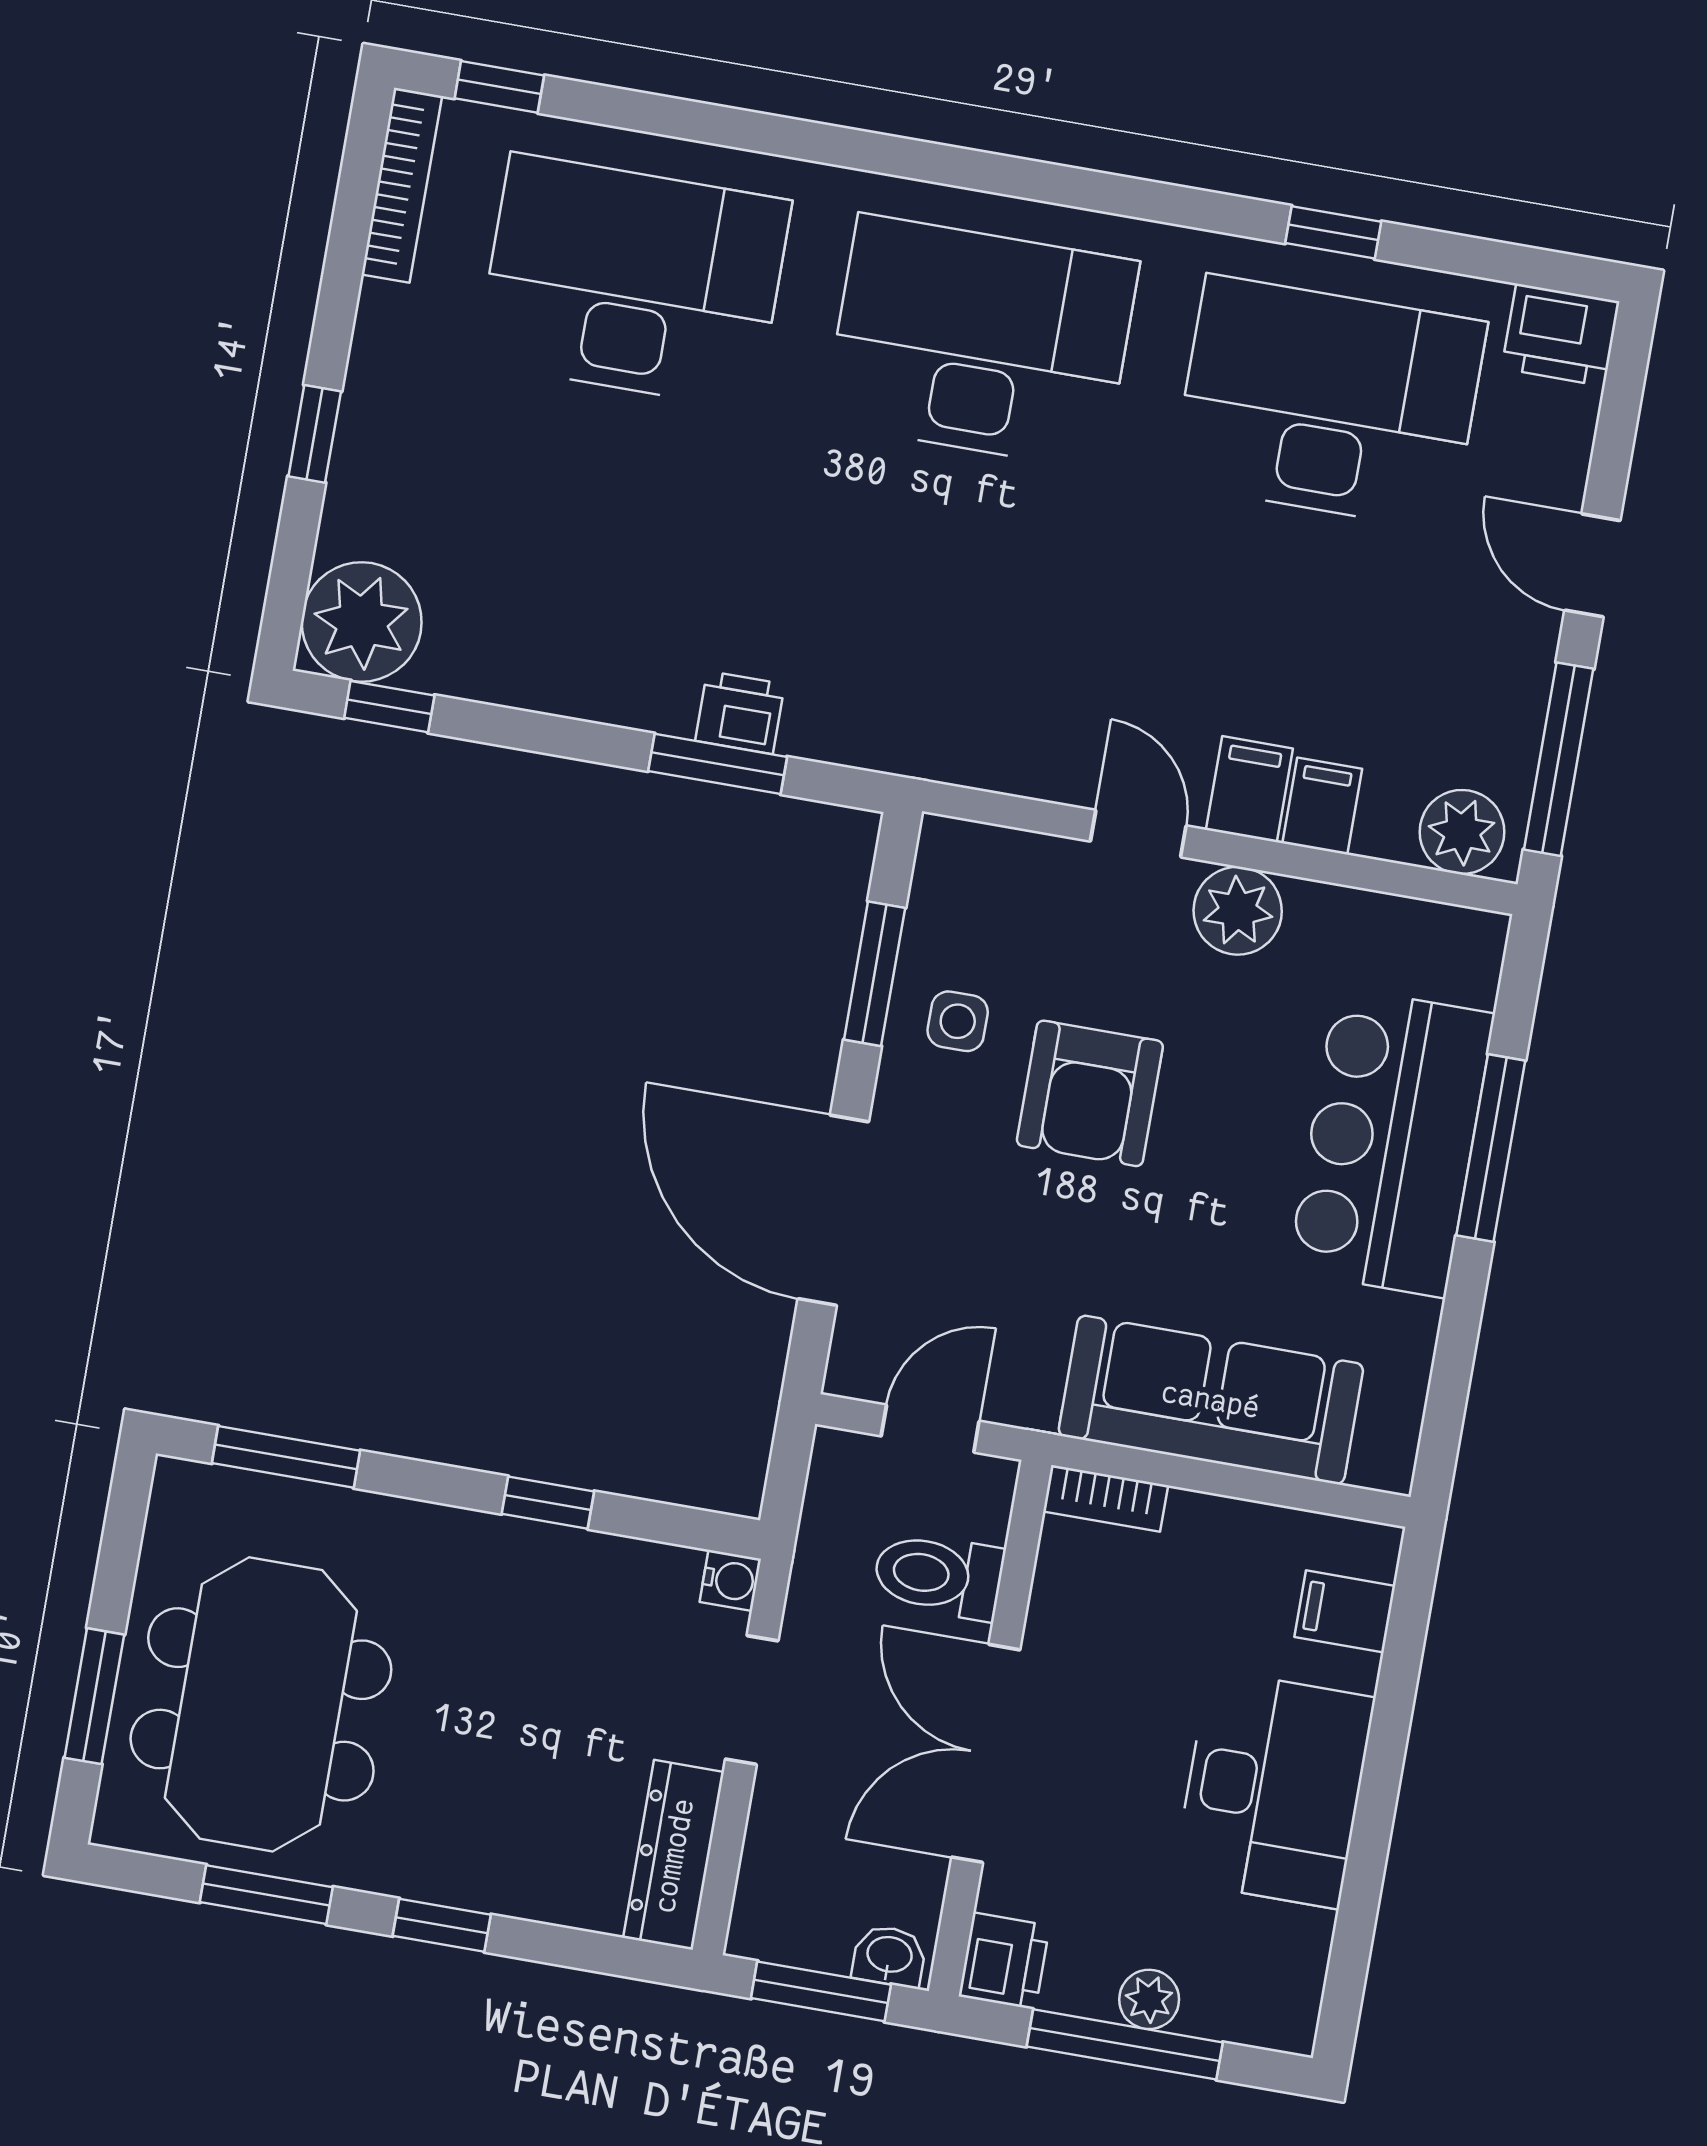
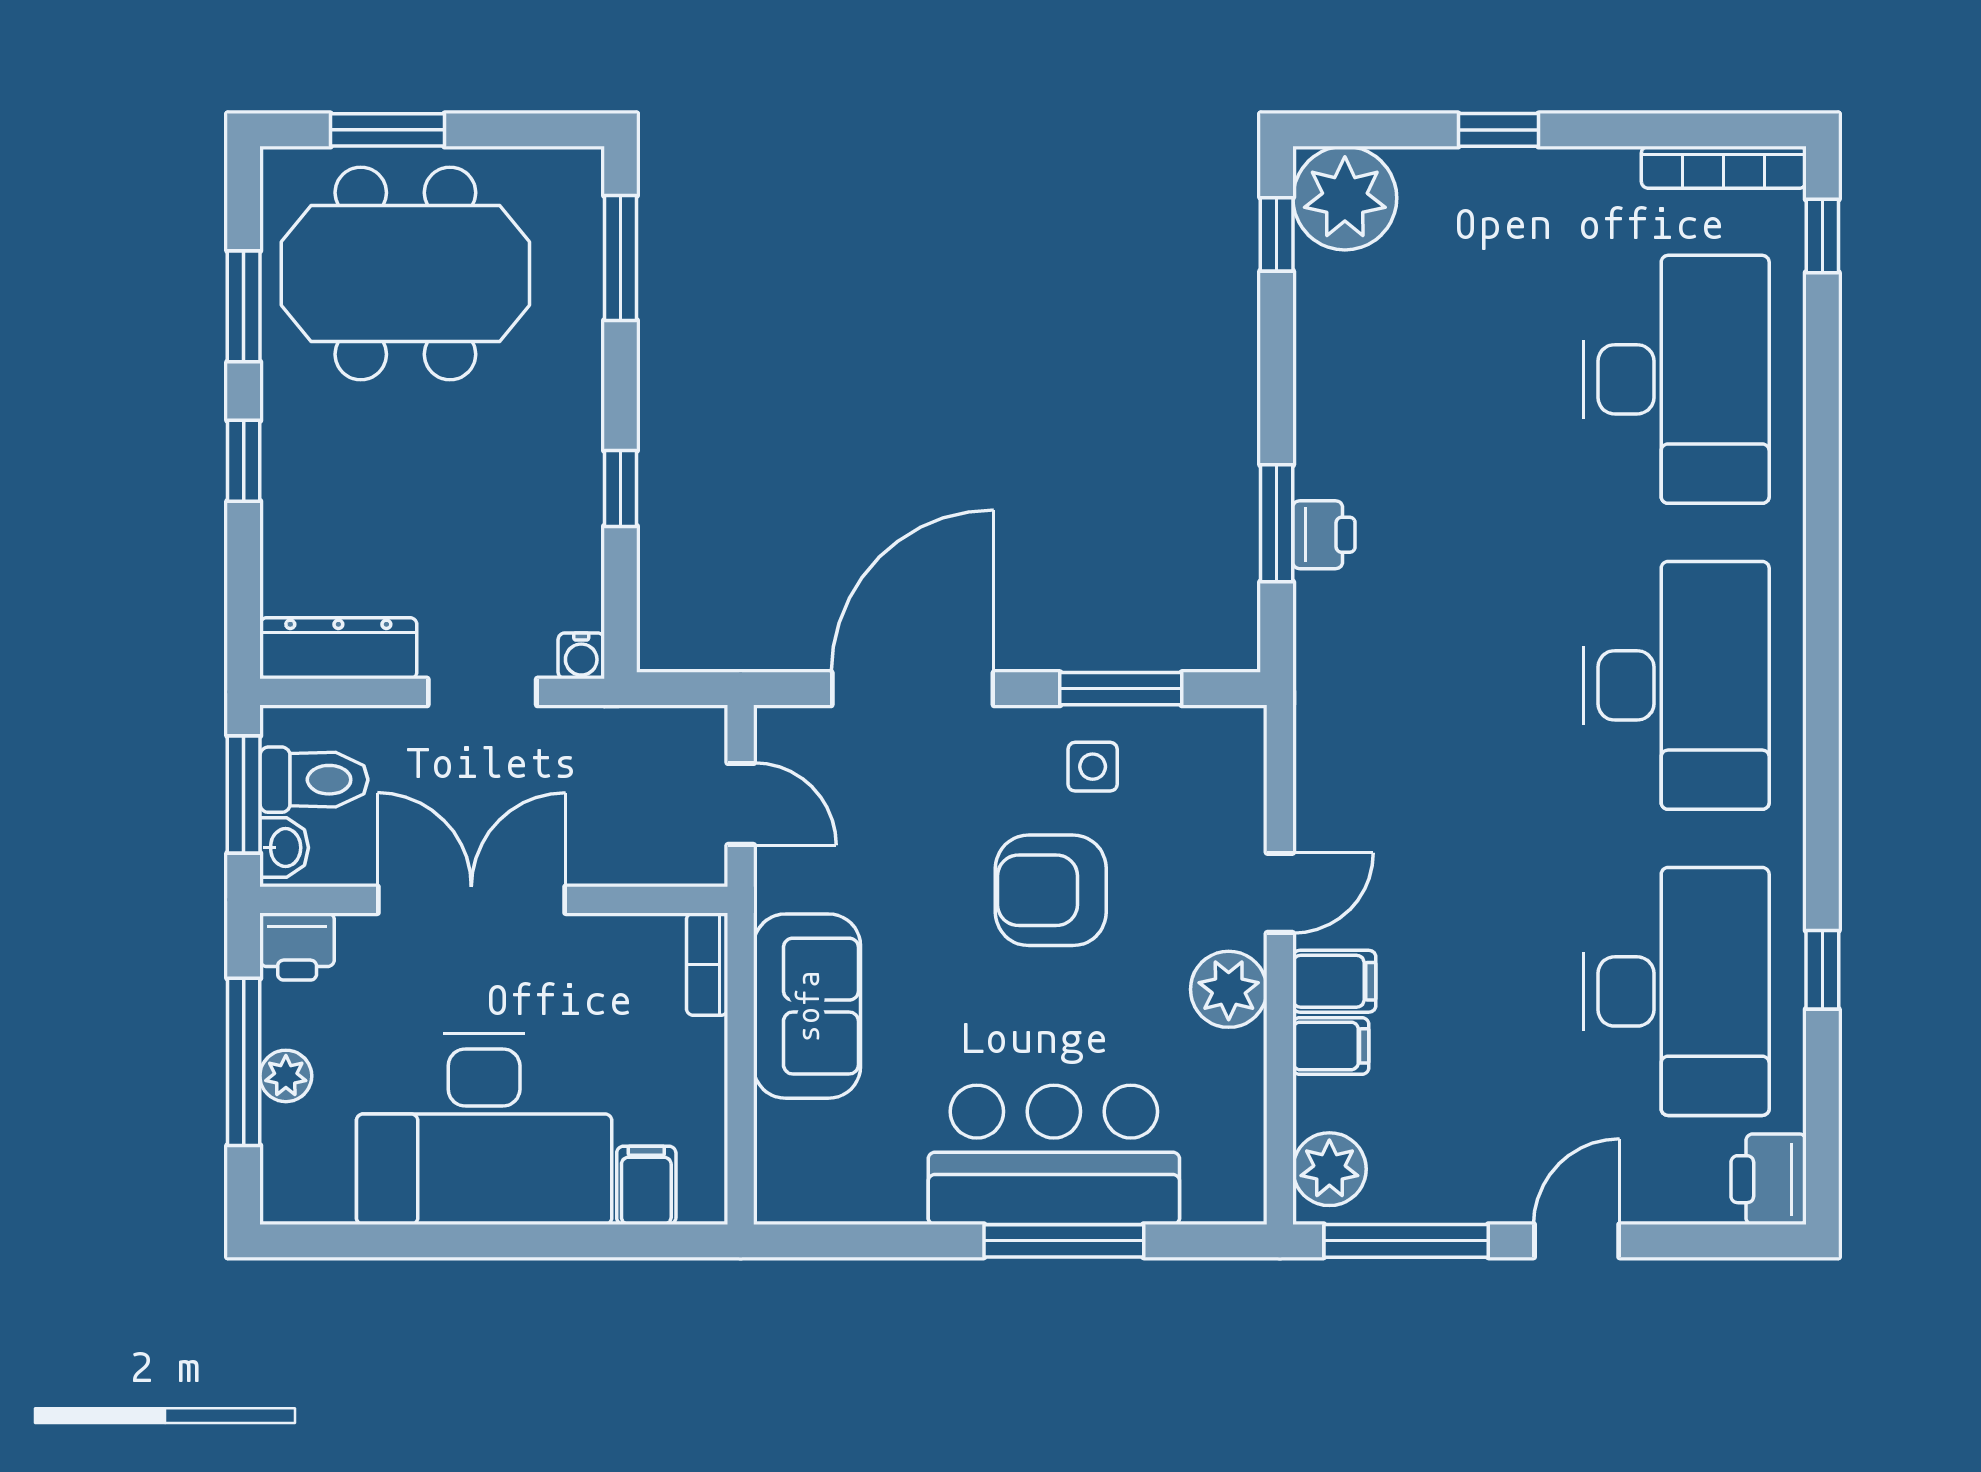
sofa: (1211, 1400) -> (807, 1006), width x0.73
toilet: (938, 1575) -> (314, 780), moved, turned 90
desk: (1274, 1789) -> (484, 1129), width x1.36, depth x1.30

